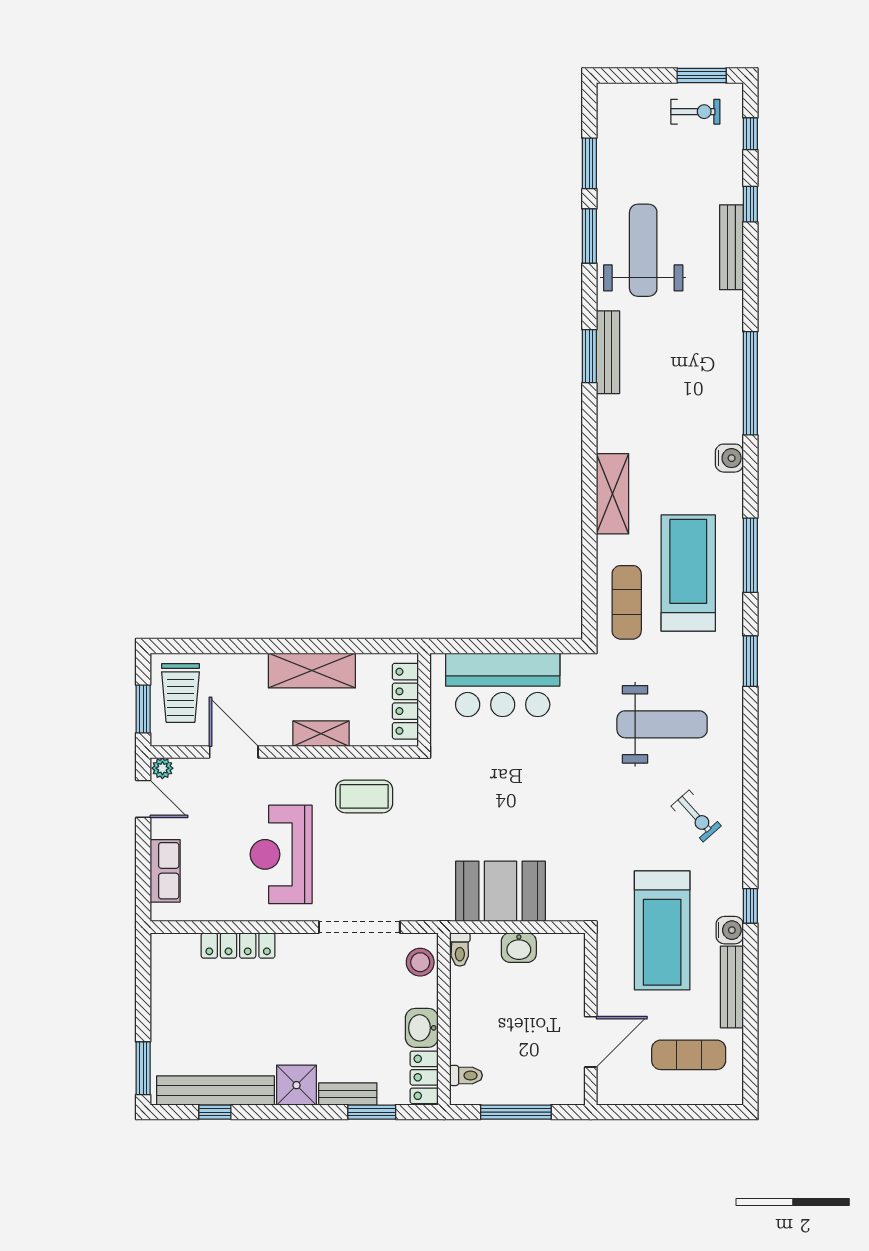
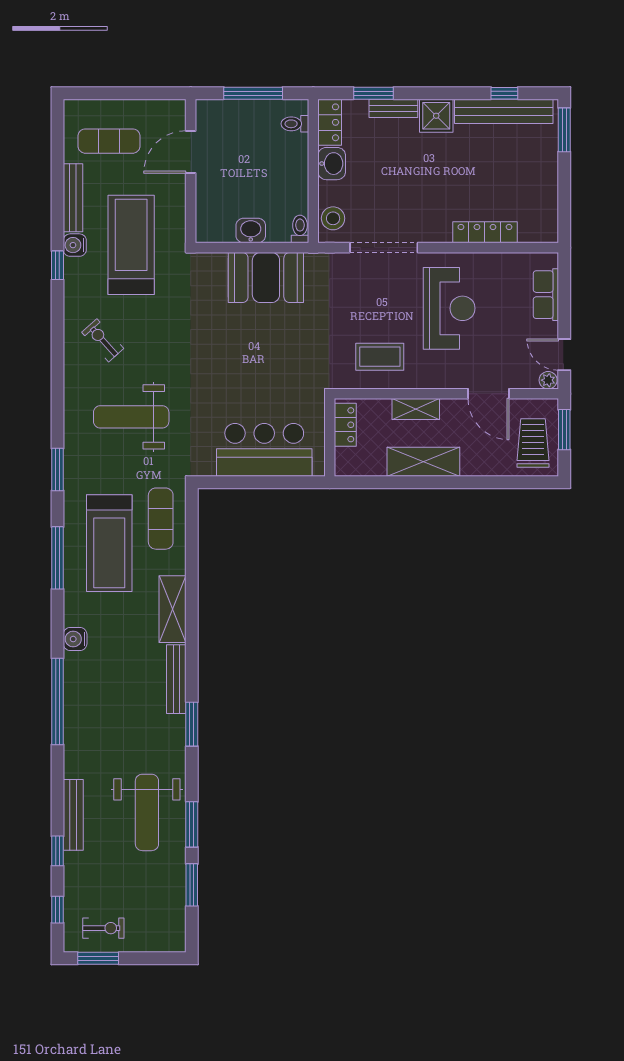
exercise bike: (695, 112) -> (103, 928), turned 180
bench: (608, 352) -> (176, 679), moved
locker: (405, 701) -> (345, 425), width x0.66

